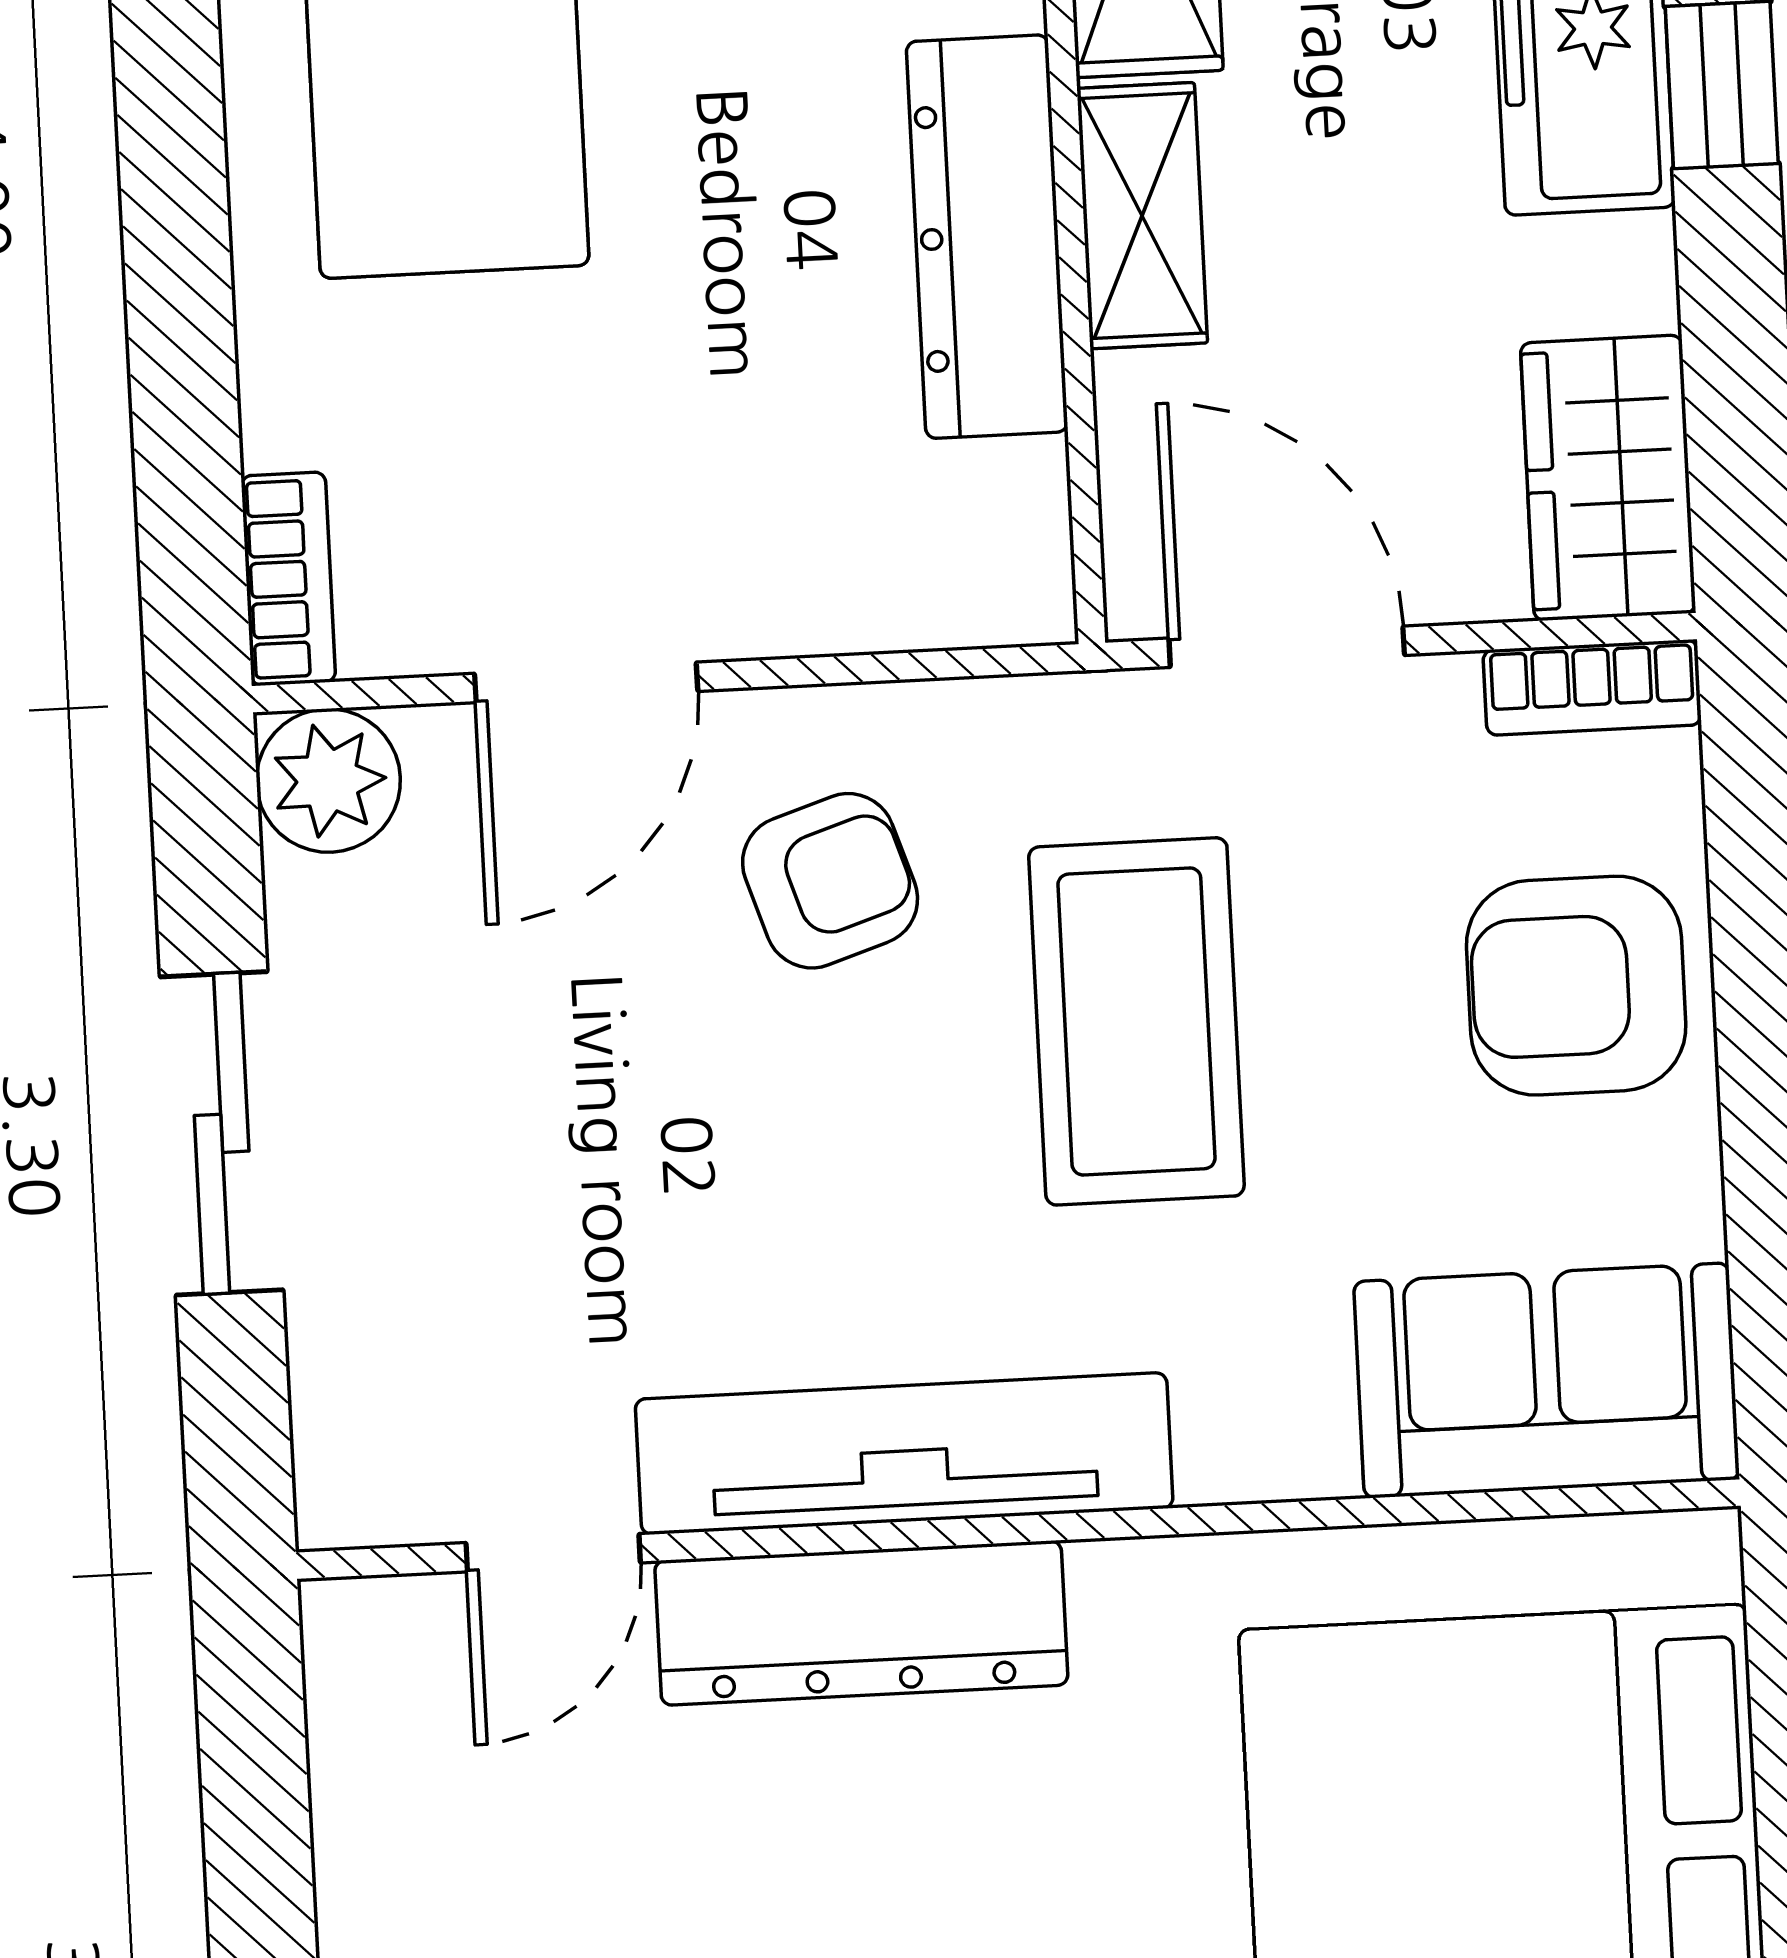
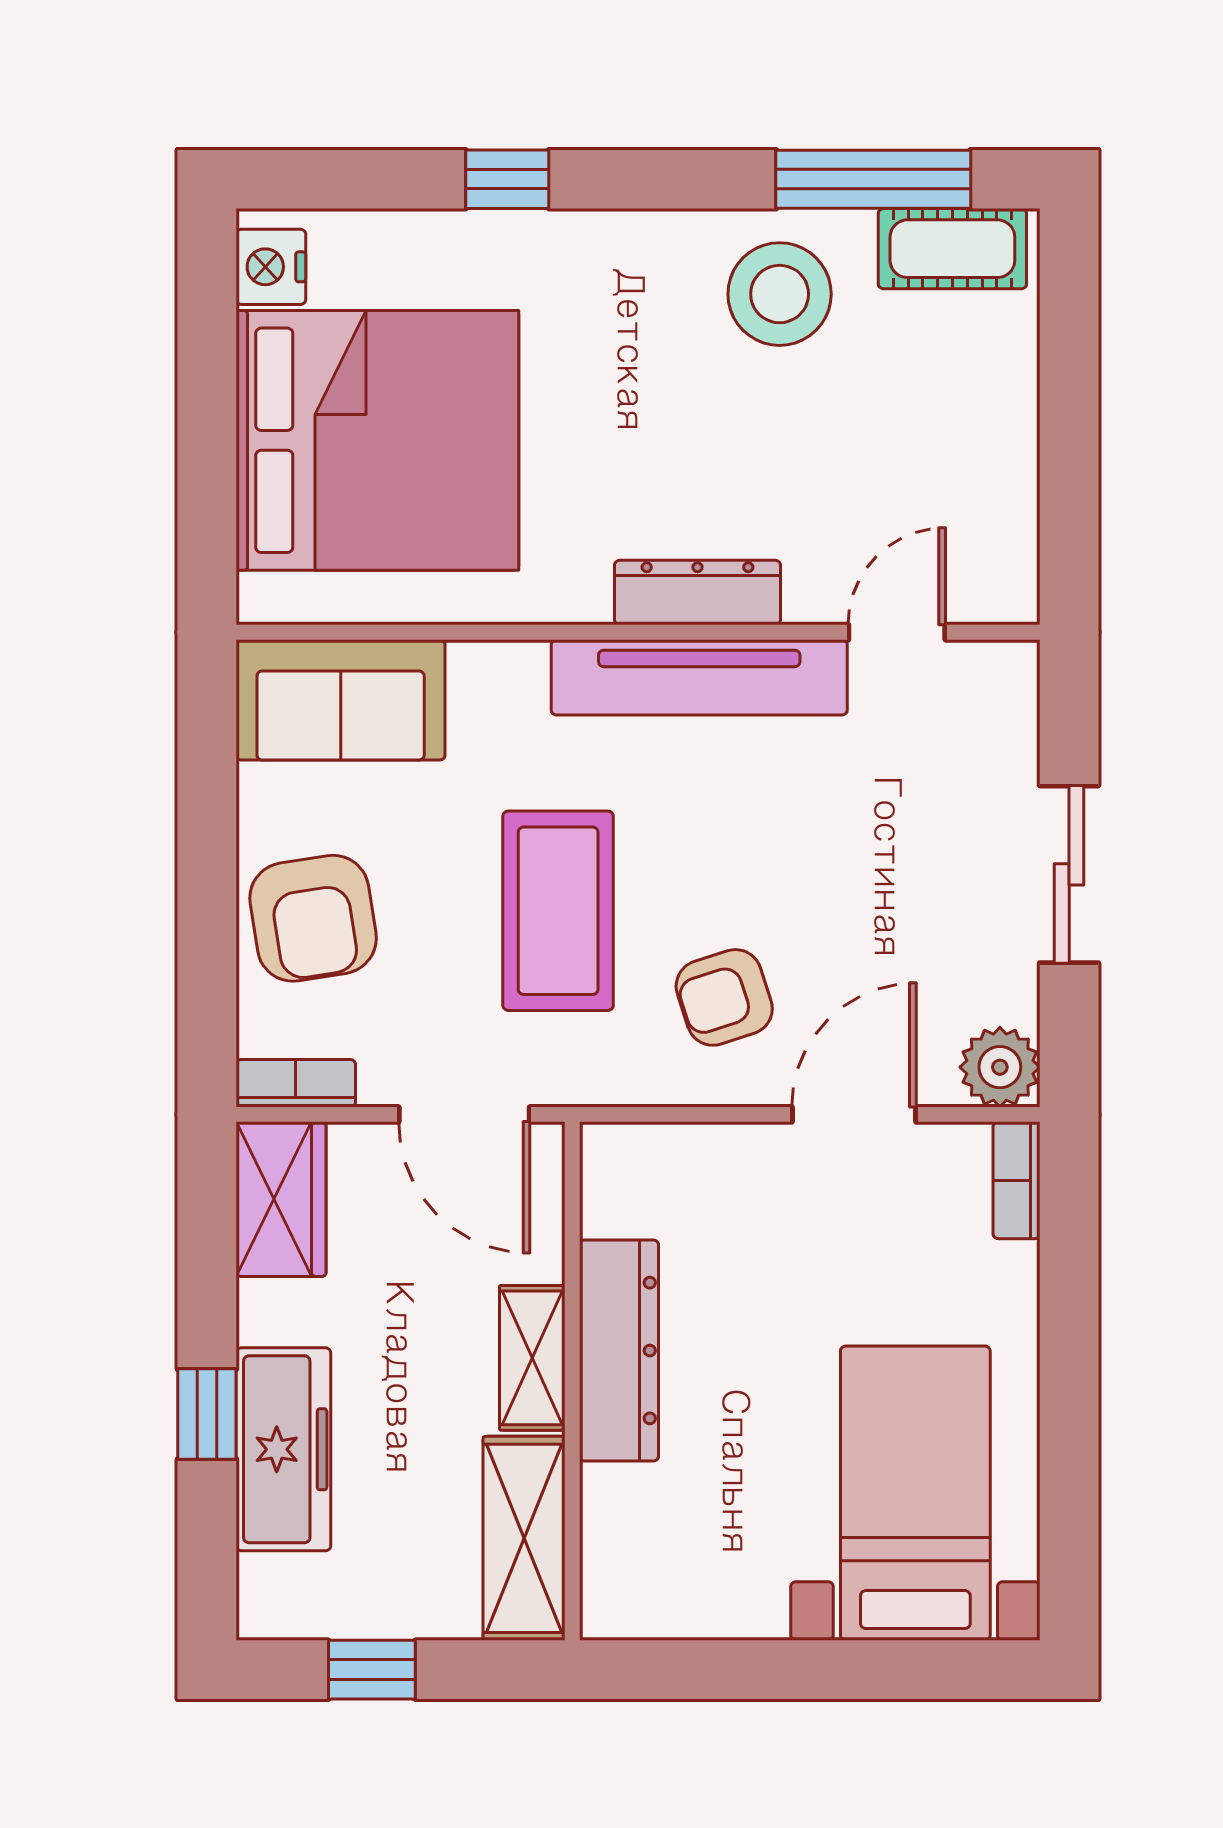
armchair: (1576, 986) -> (313, 918), turned 81
dresser: (861, 1623) -> (697, 593), width x0.73, depth x0.80

